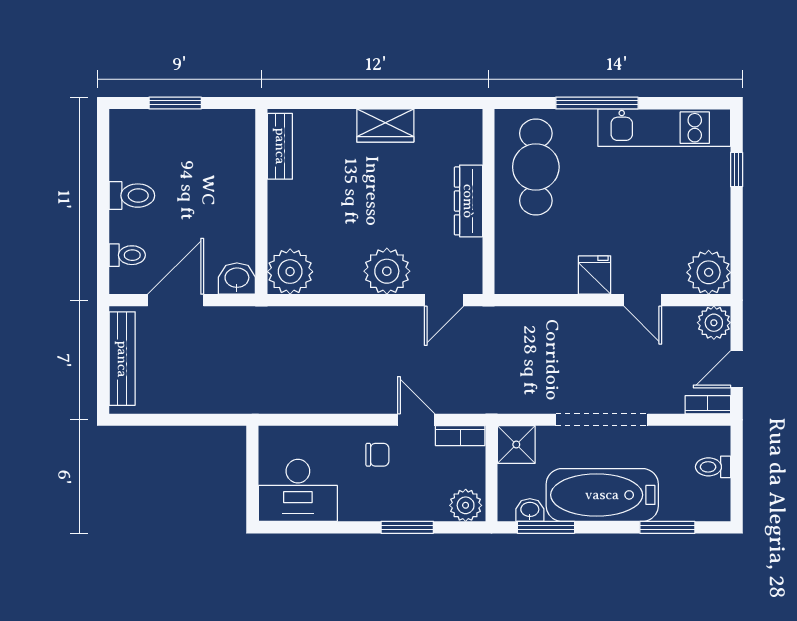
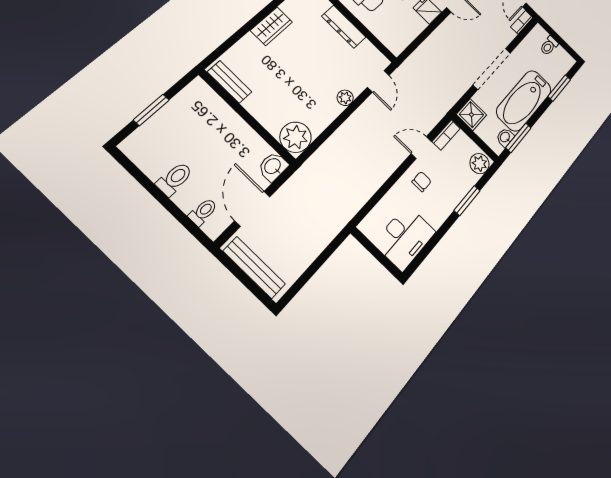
plant: (387, 271) -> (345, 98), width x0.53, depth x0.53

